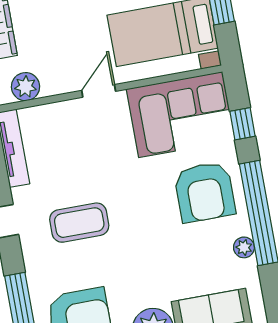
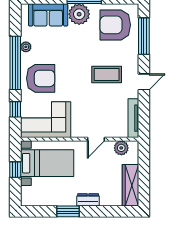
door: (99, 91) -> (96, 139), moved
armchair: (205, 192) -> (41, 78), turned 90

